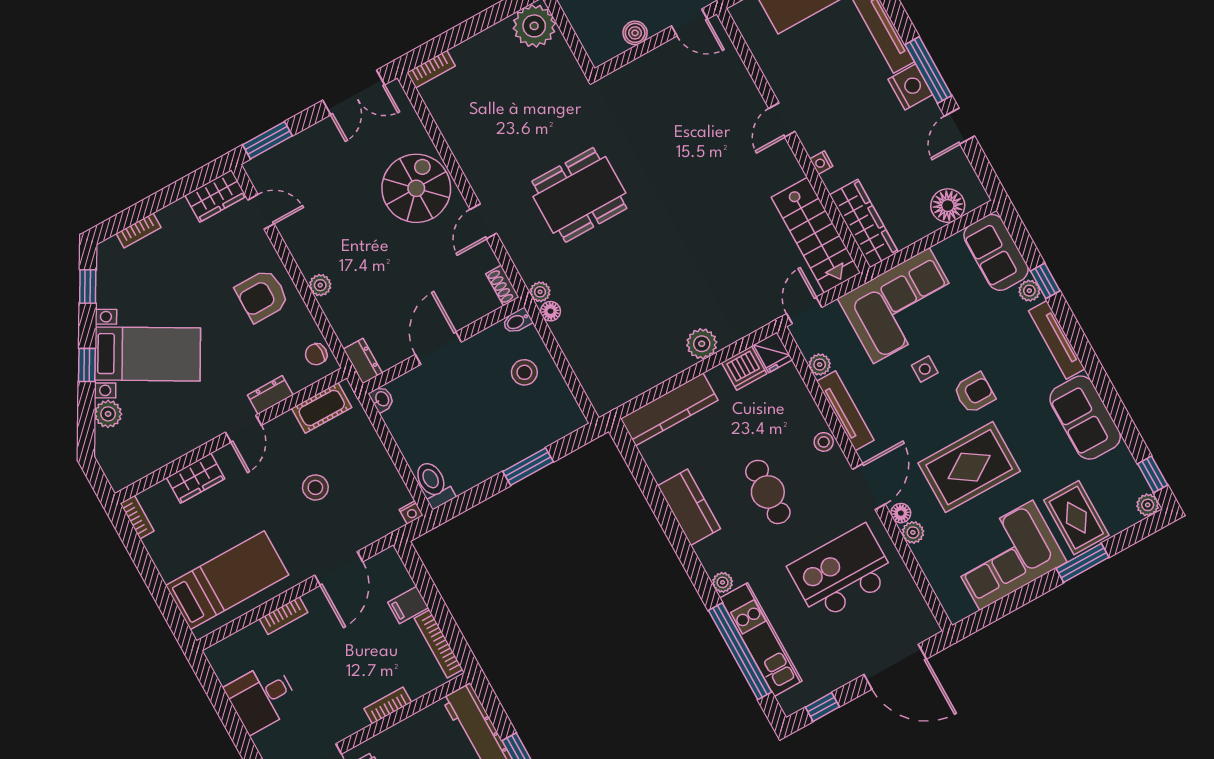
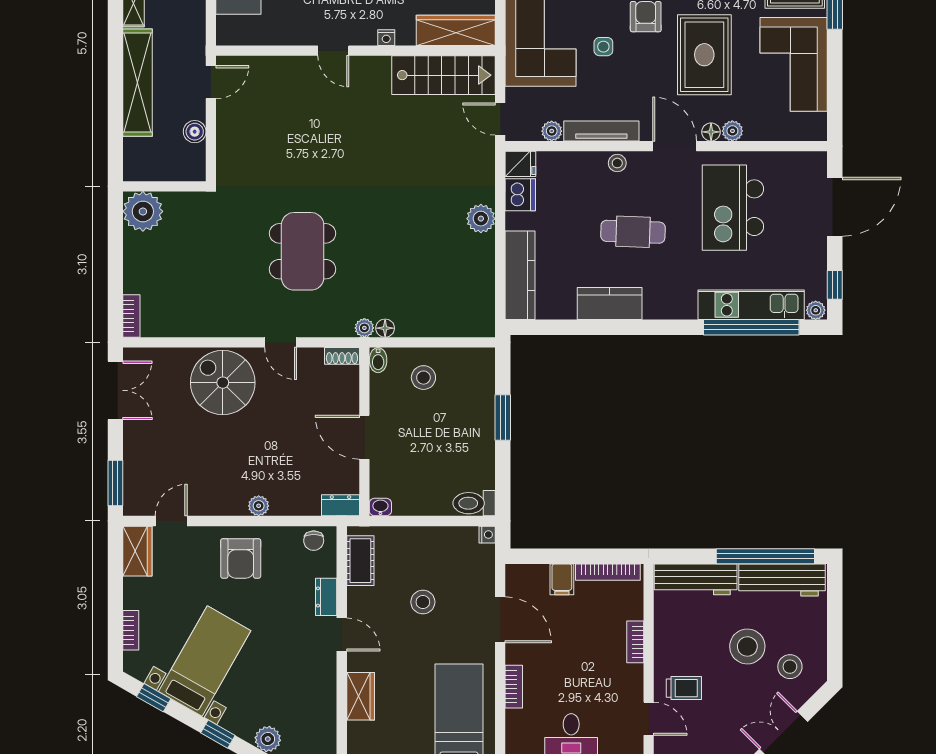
bed with nightstands: (148, 354) -> (205, 661), moved
plant: (723, 582) -> (816, 310), moved

